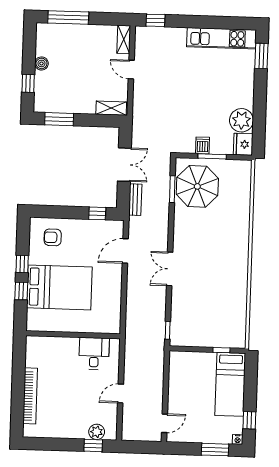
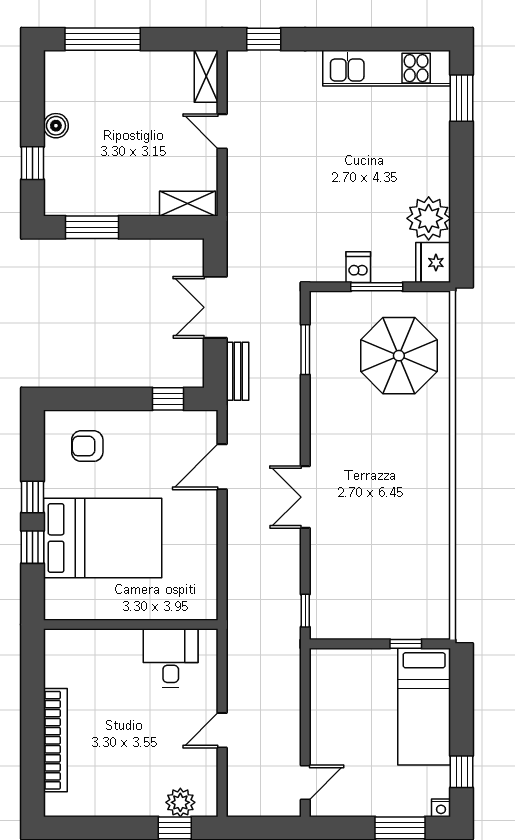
double door: (124, 165) -> (215, 307), swing flipped
parasol: (197, 186) -> (399, 356), moved

